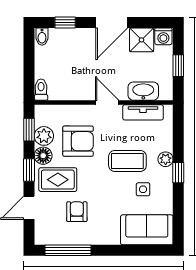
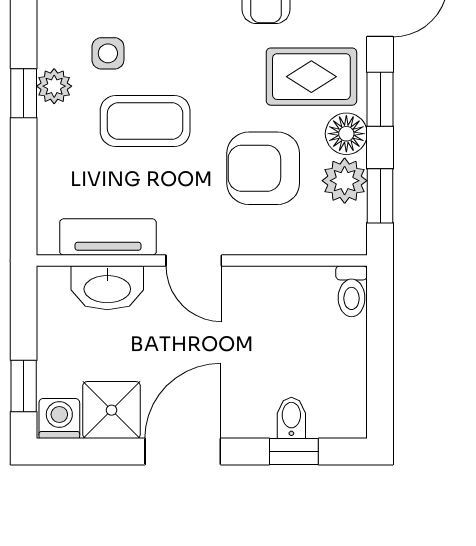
bidet: (42, 37) -> (291, 418), moved
window: (178, 66) -> (24, 386), moved
plant: (166, 159) -> (54, 86), moved

